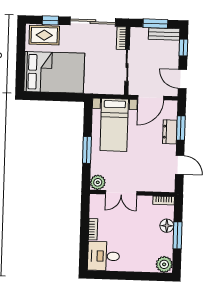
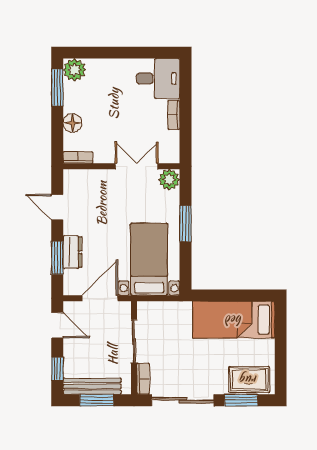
window: (50, 20) -> (241, 400), width x1.50
bench: (164, 34) -> (92, 386), width x1.36
bed: (54, 72) -> (234, 320), width x0.67
window: (177, 235) -> (57, 87), moved

